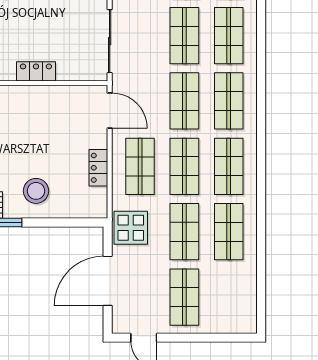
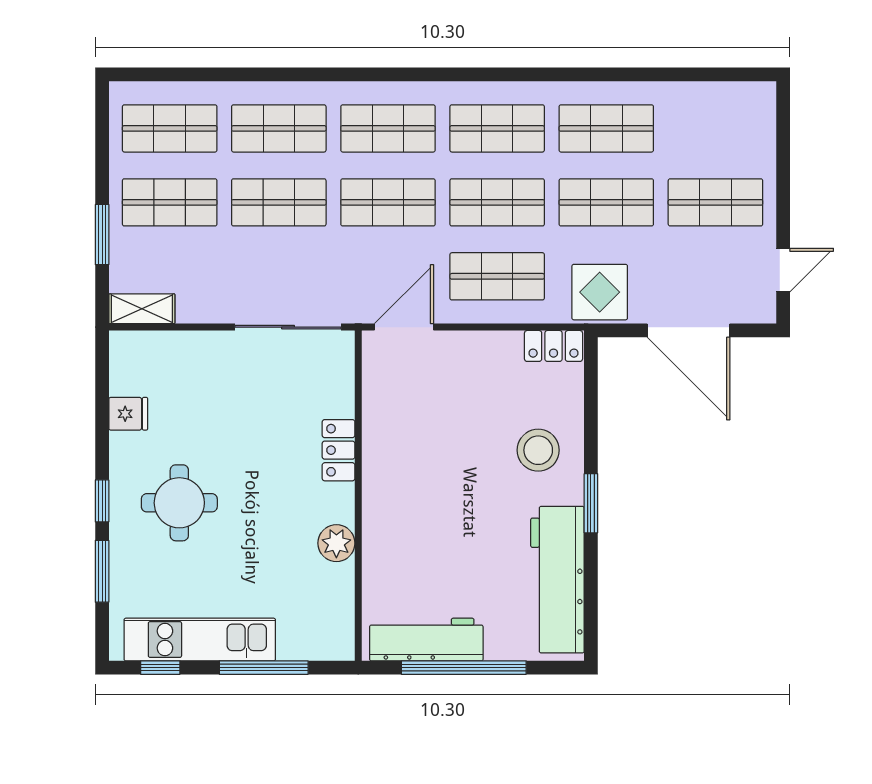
locker: (98, 168) -> (553, 346), moved

